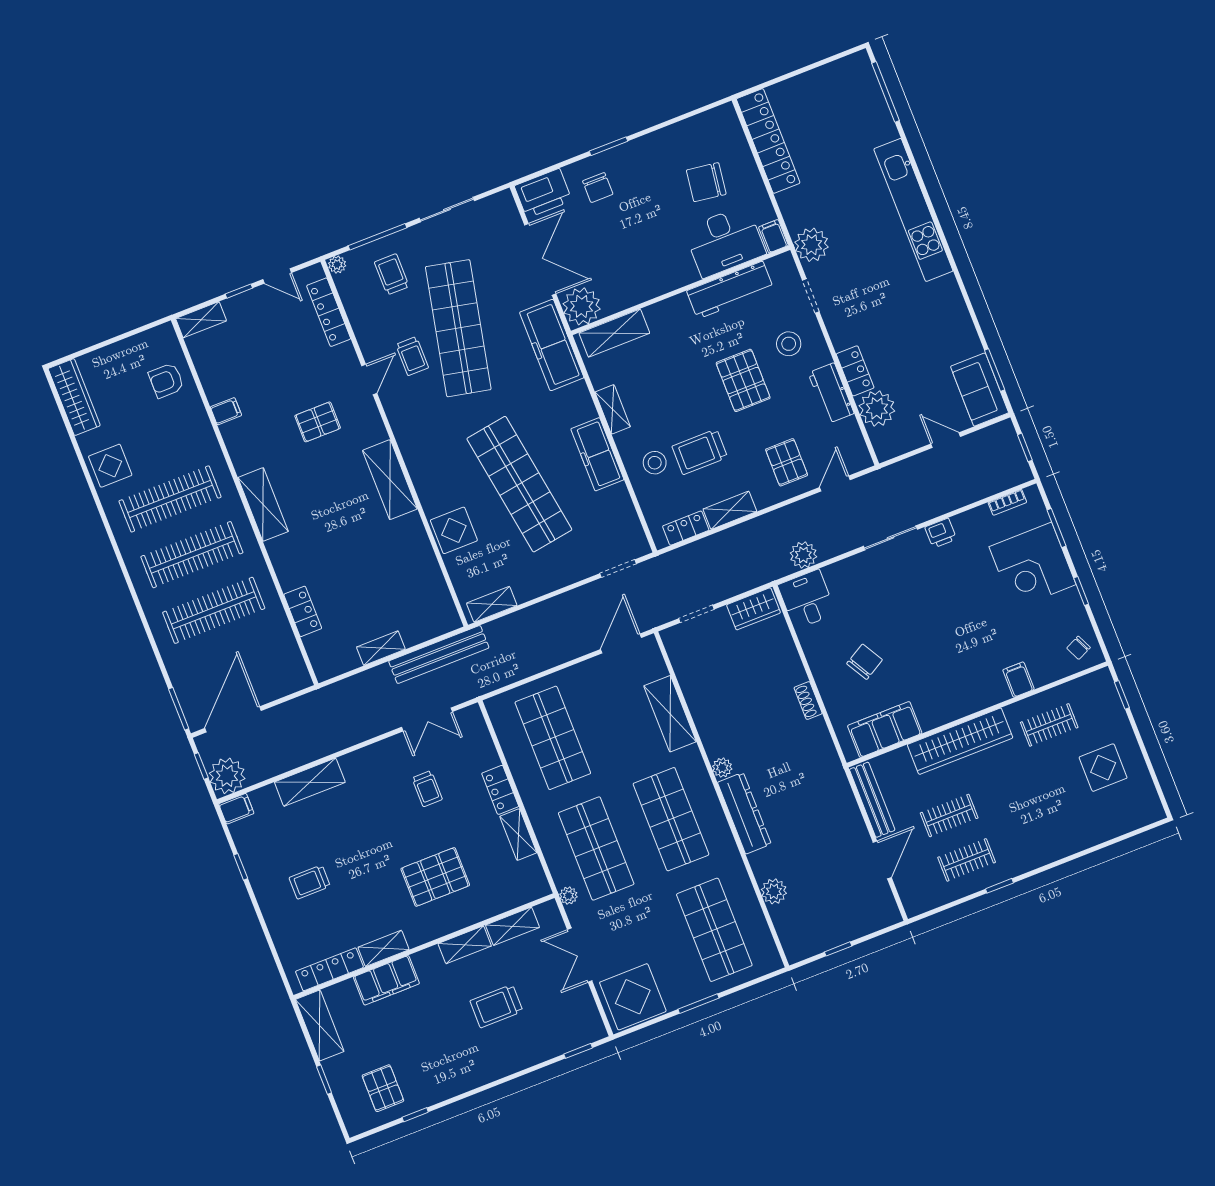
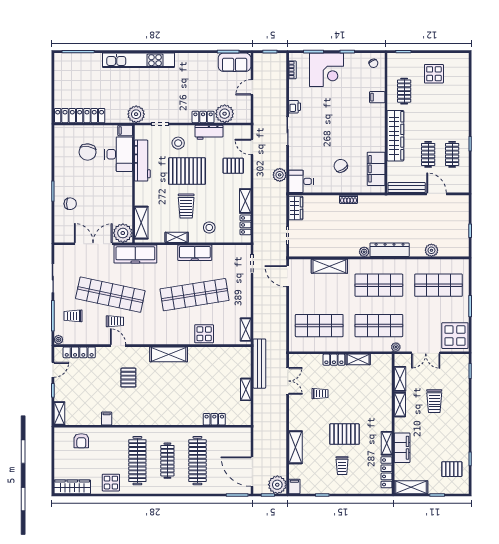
printer: (543, 193) -> (63, 230), removed
pallet: (743, 380) -> (187, 171), width x1.37, depth x1.41
trolley: (700, 452) -> (186, 206), moved
shelving: (263, 504) -> (157, 418), removed
clothes rail: (192, 555) -> (167, 461), width x0.73, depth x0.76
pallet: (435, 877) -> (344, 434), moved, turned 90

